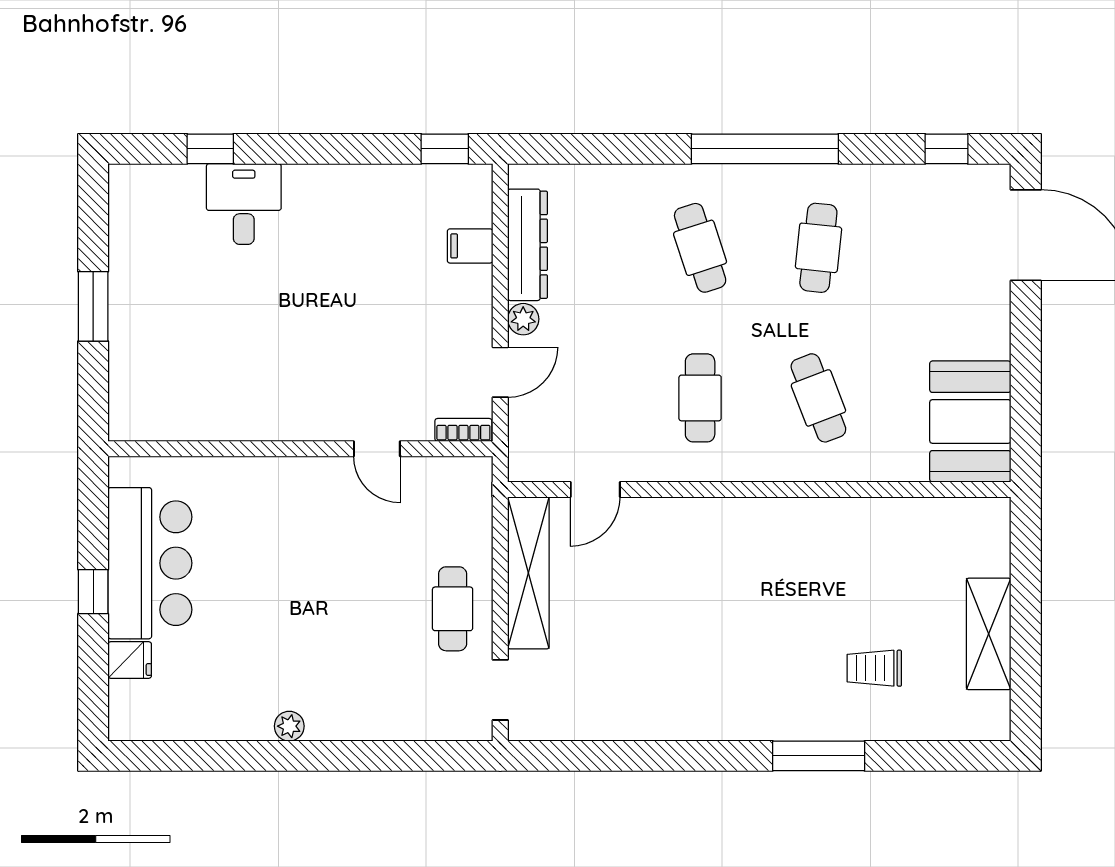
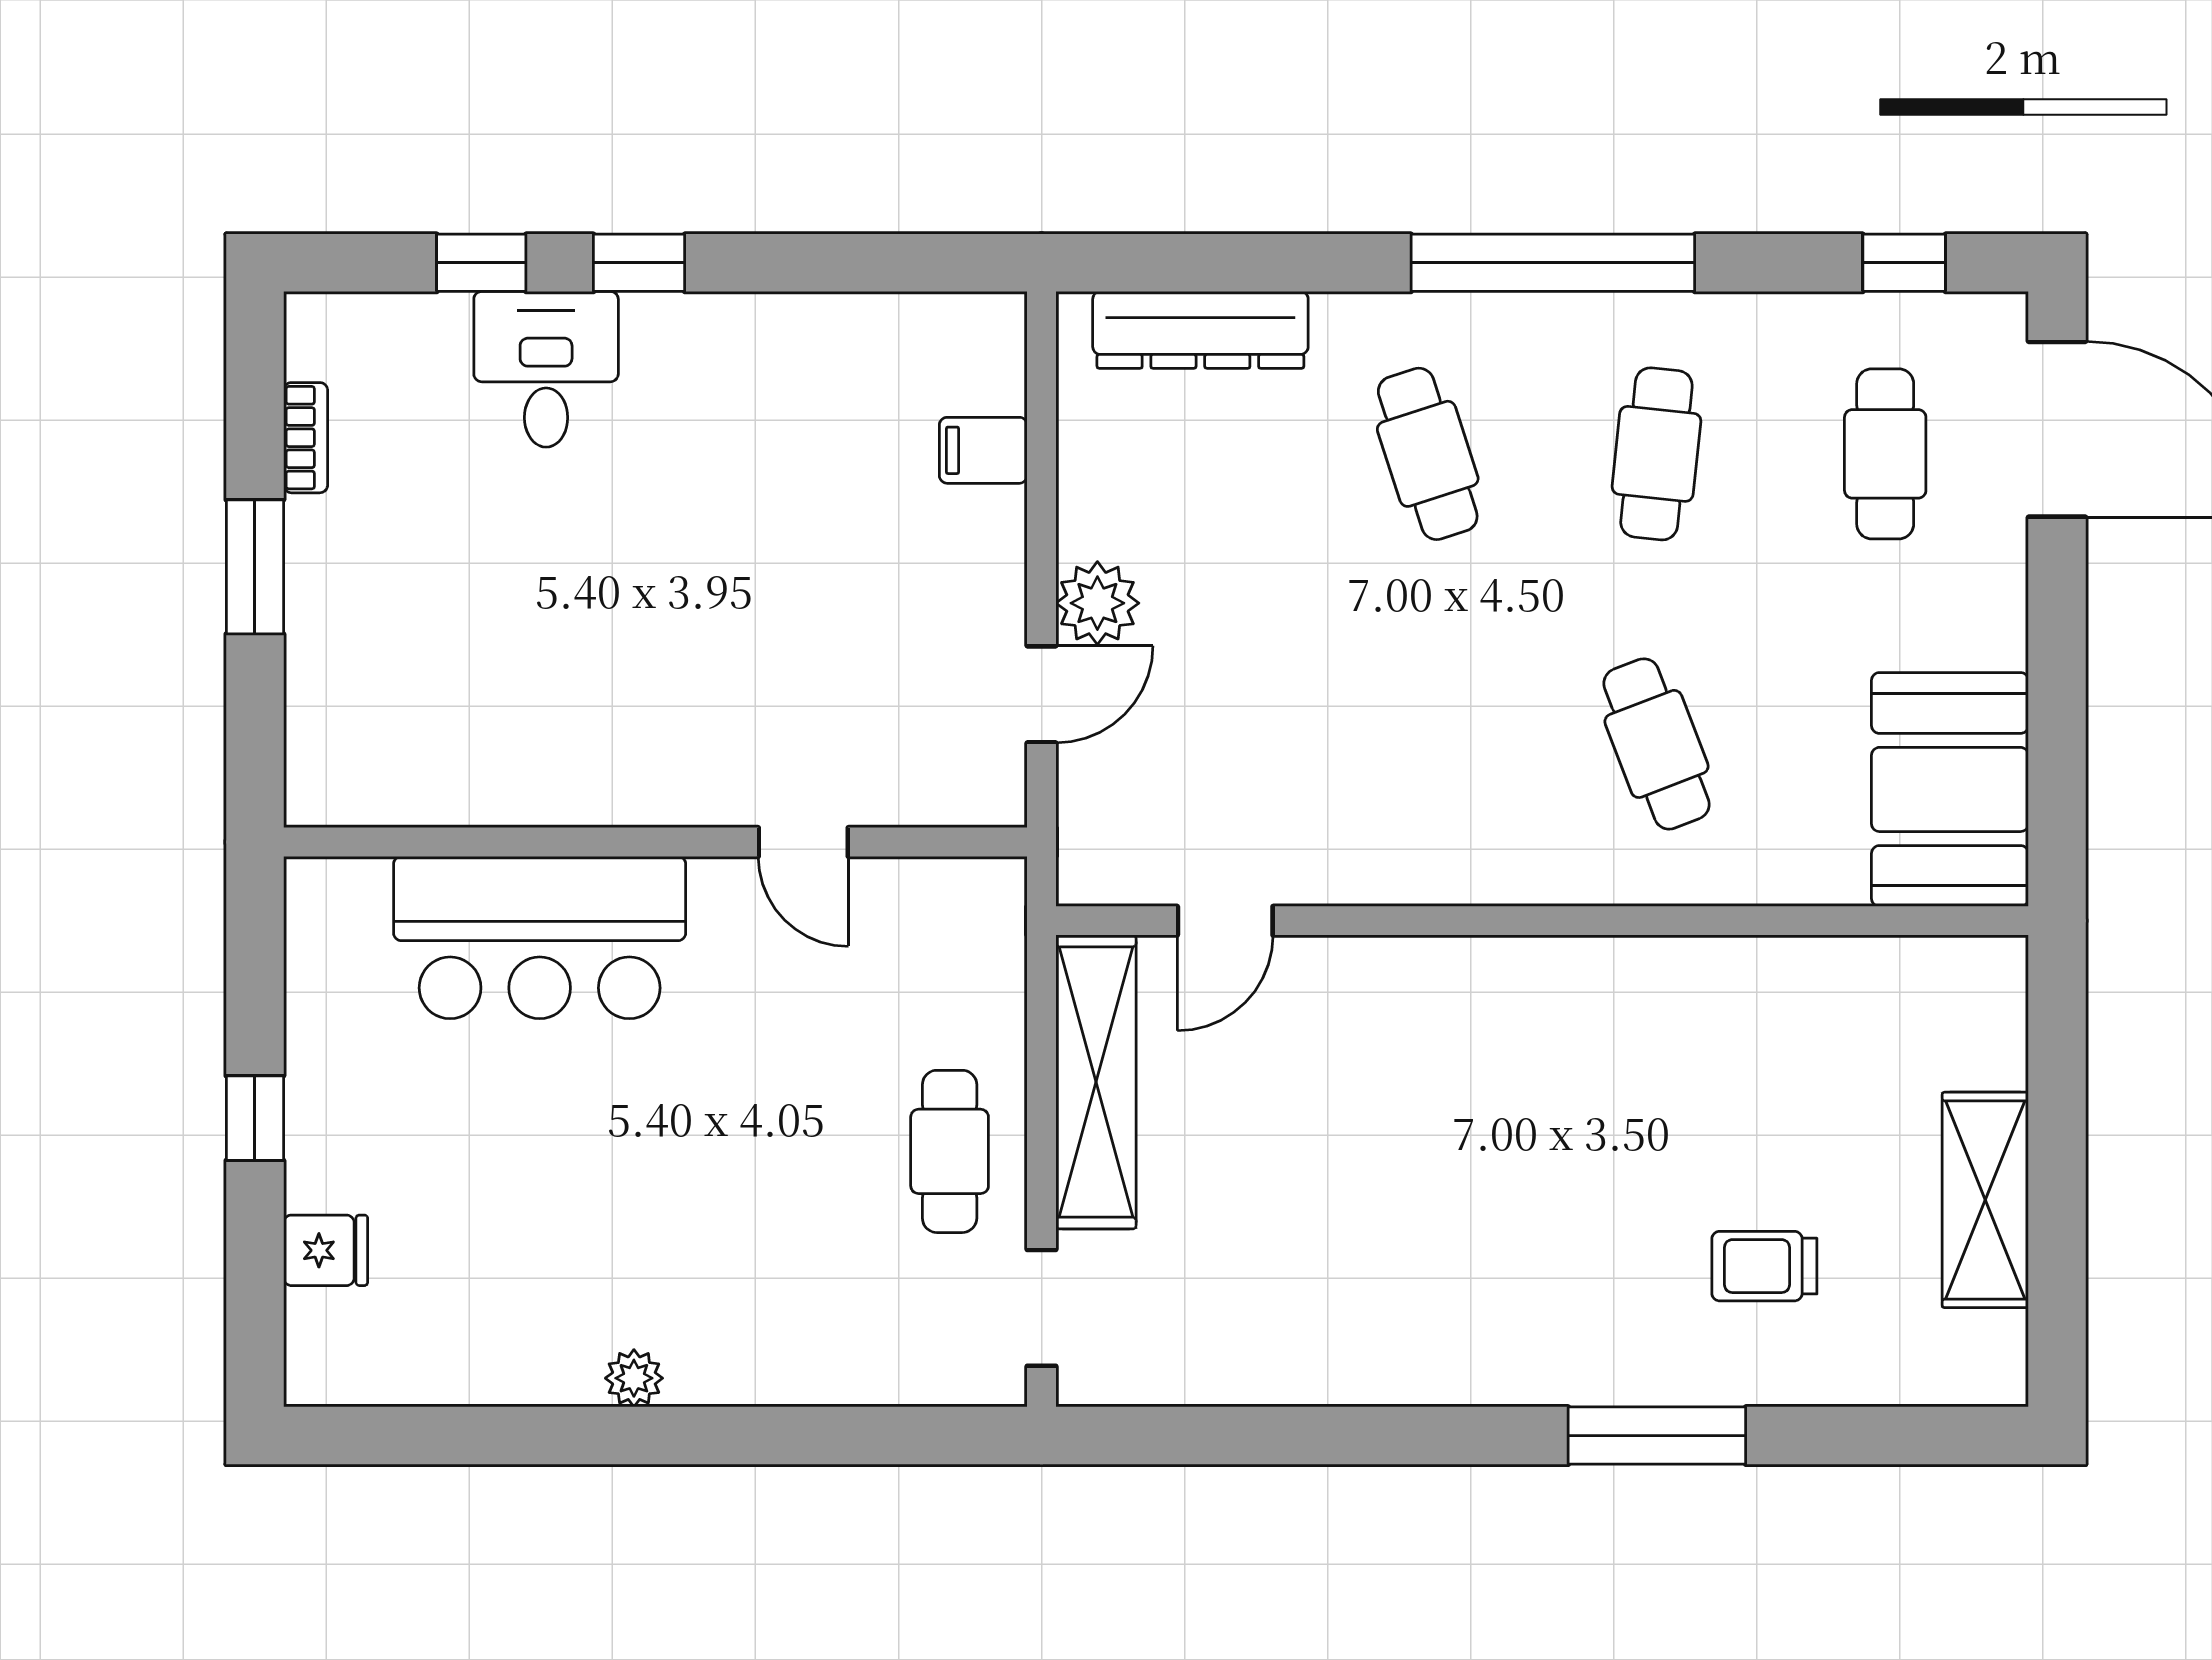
window: (445, 149) -> (639, 263), moved
dresser: (527, 245) -> (1200, 330), moved, turned 90
plant: (523, 319) -> (1097, 603), width x1.38, depth x1.38
cafe table: (700, 398) -> (1885, 454), moved
bookcase: (463, 430) -> (306, 438), moved, turned 90
bar counter: (150, 563) -> (540, 937), moved, turned 90

